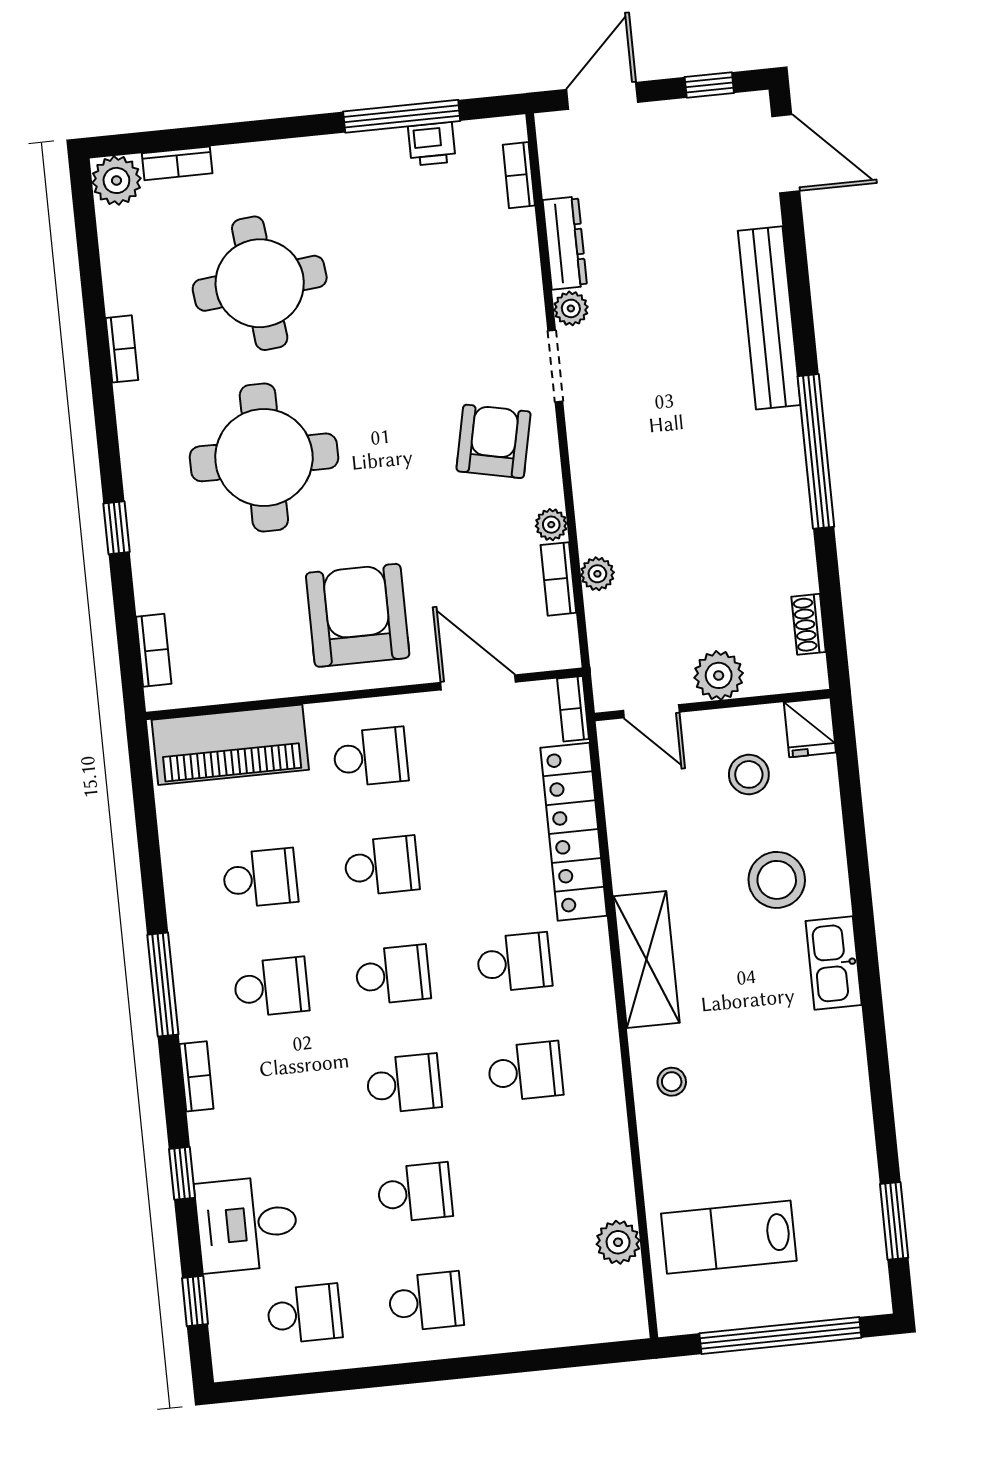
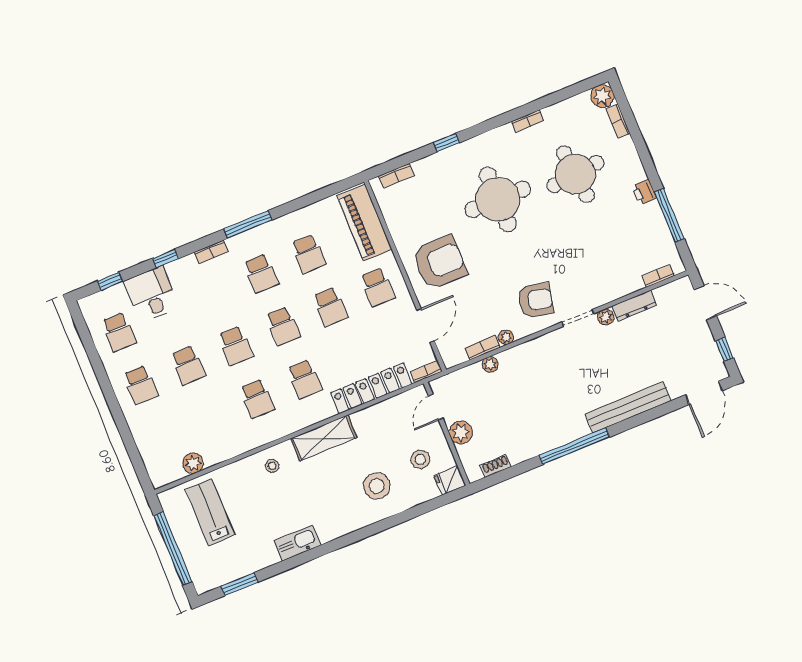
printer: (432, 144) -> (644, 192), moved
kitchen sink: (834, 963) -> (297, 543), moved

